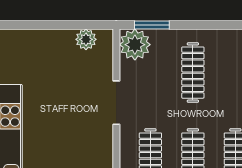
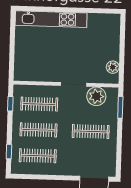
plant: (135, 45) -> (96, 96), moved

